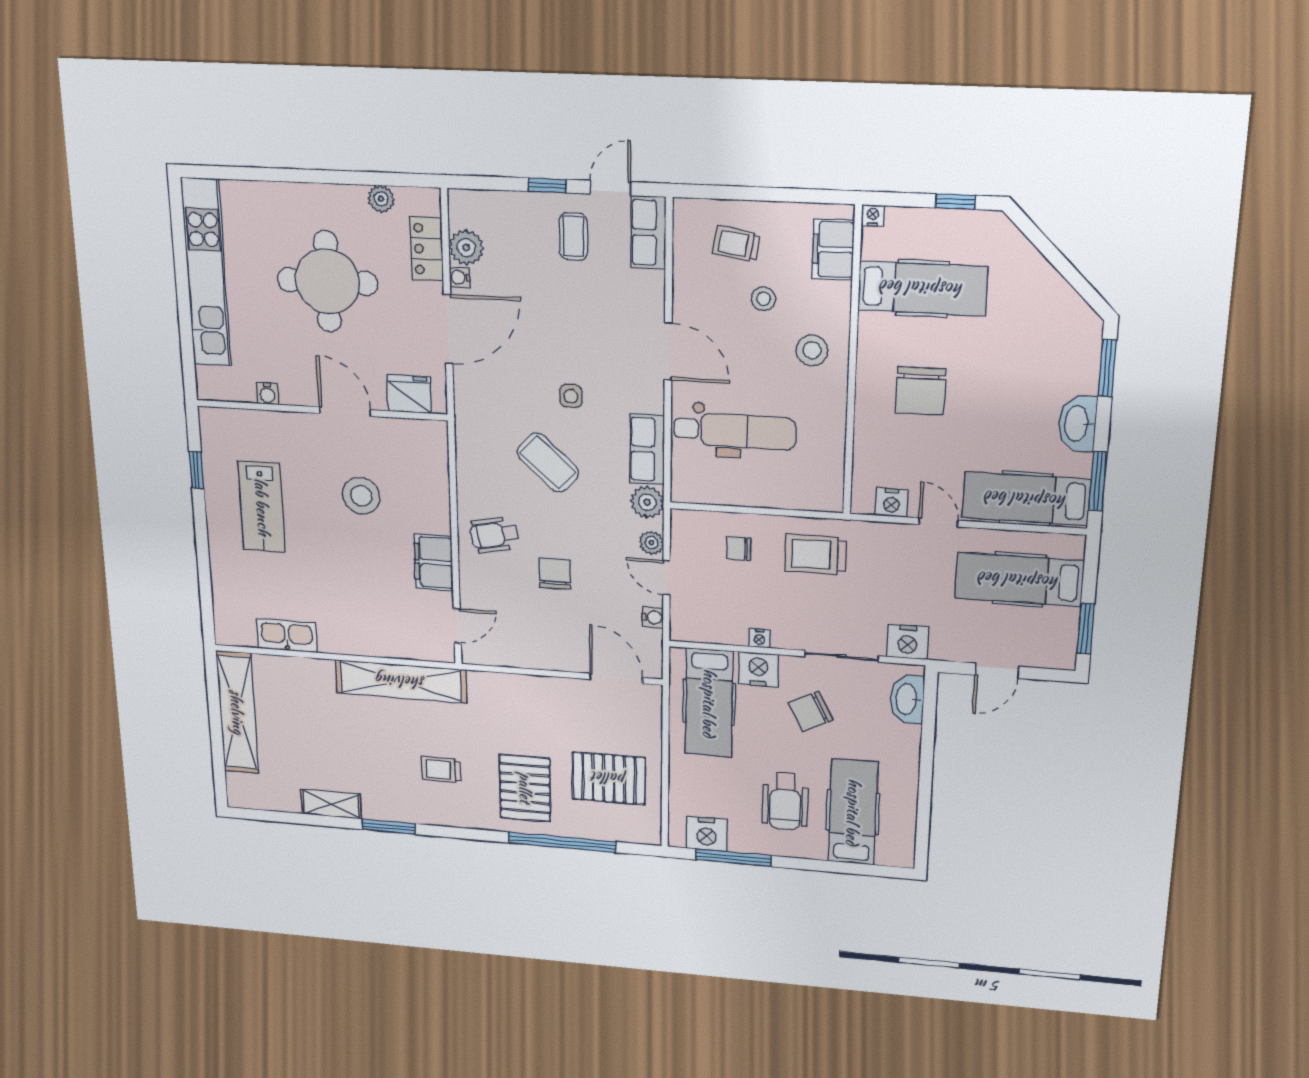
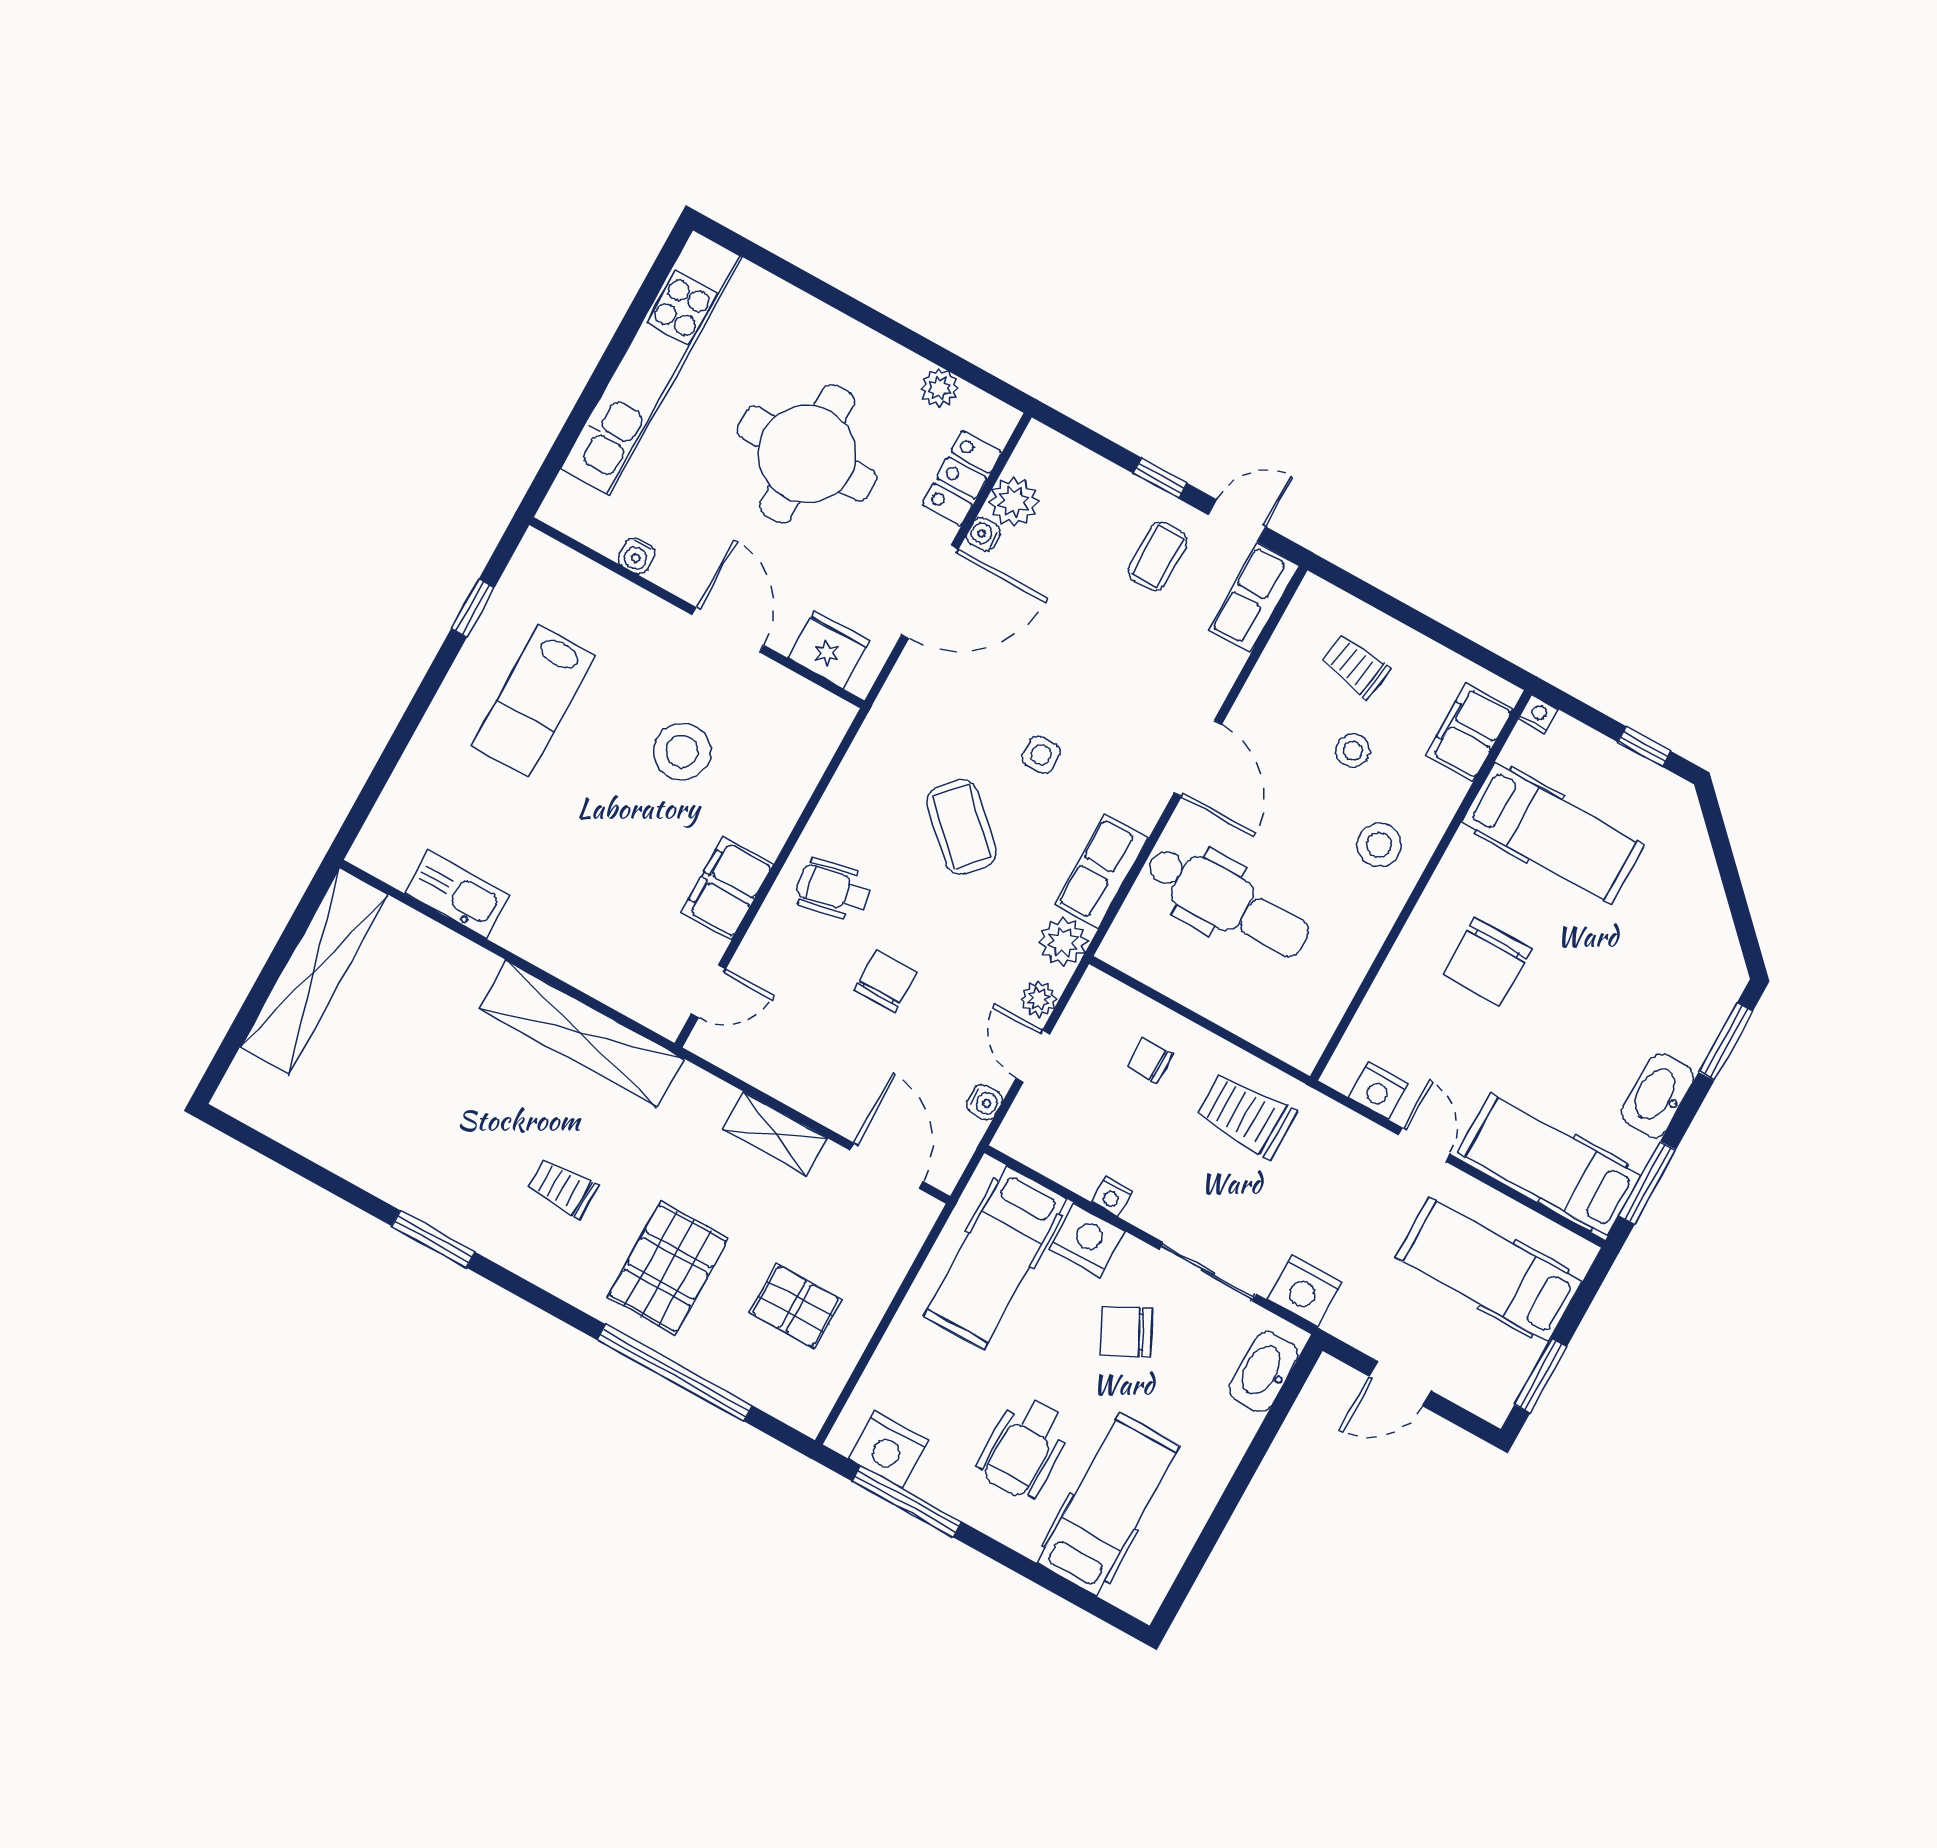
pallet: (609, 778) -> (796, 1306), width x0.67, depth x0.71
shelving: (331, 804) -> (775, 1134), moved

